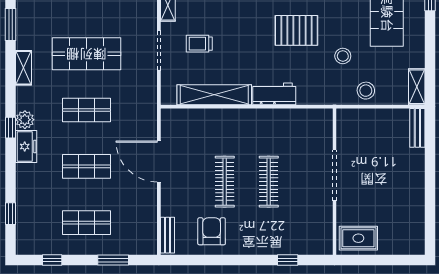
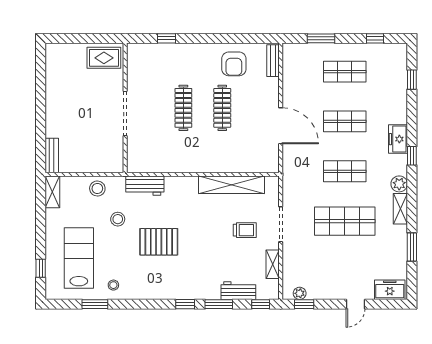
workbench: (274, 94) -> (145, 186), moved
plant: (25, 120) -> (399, 184), moved

